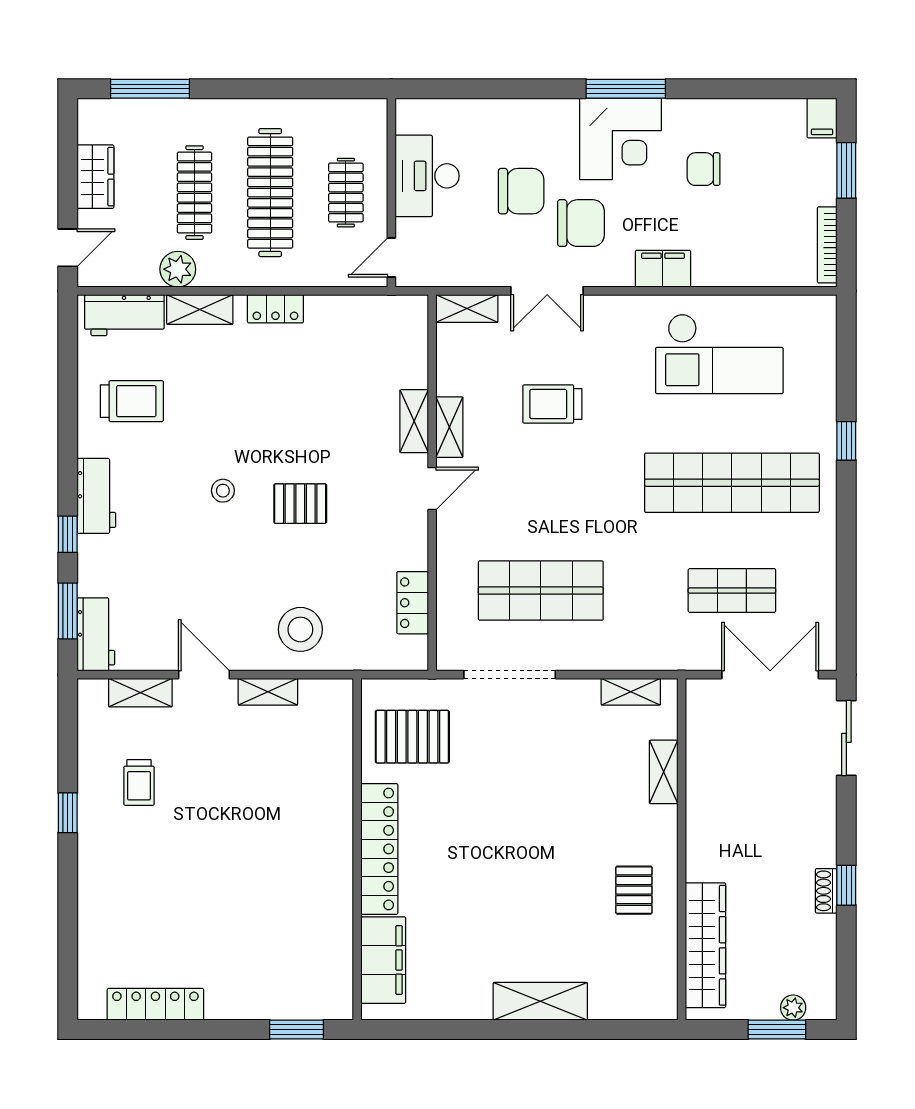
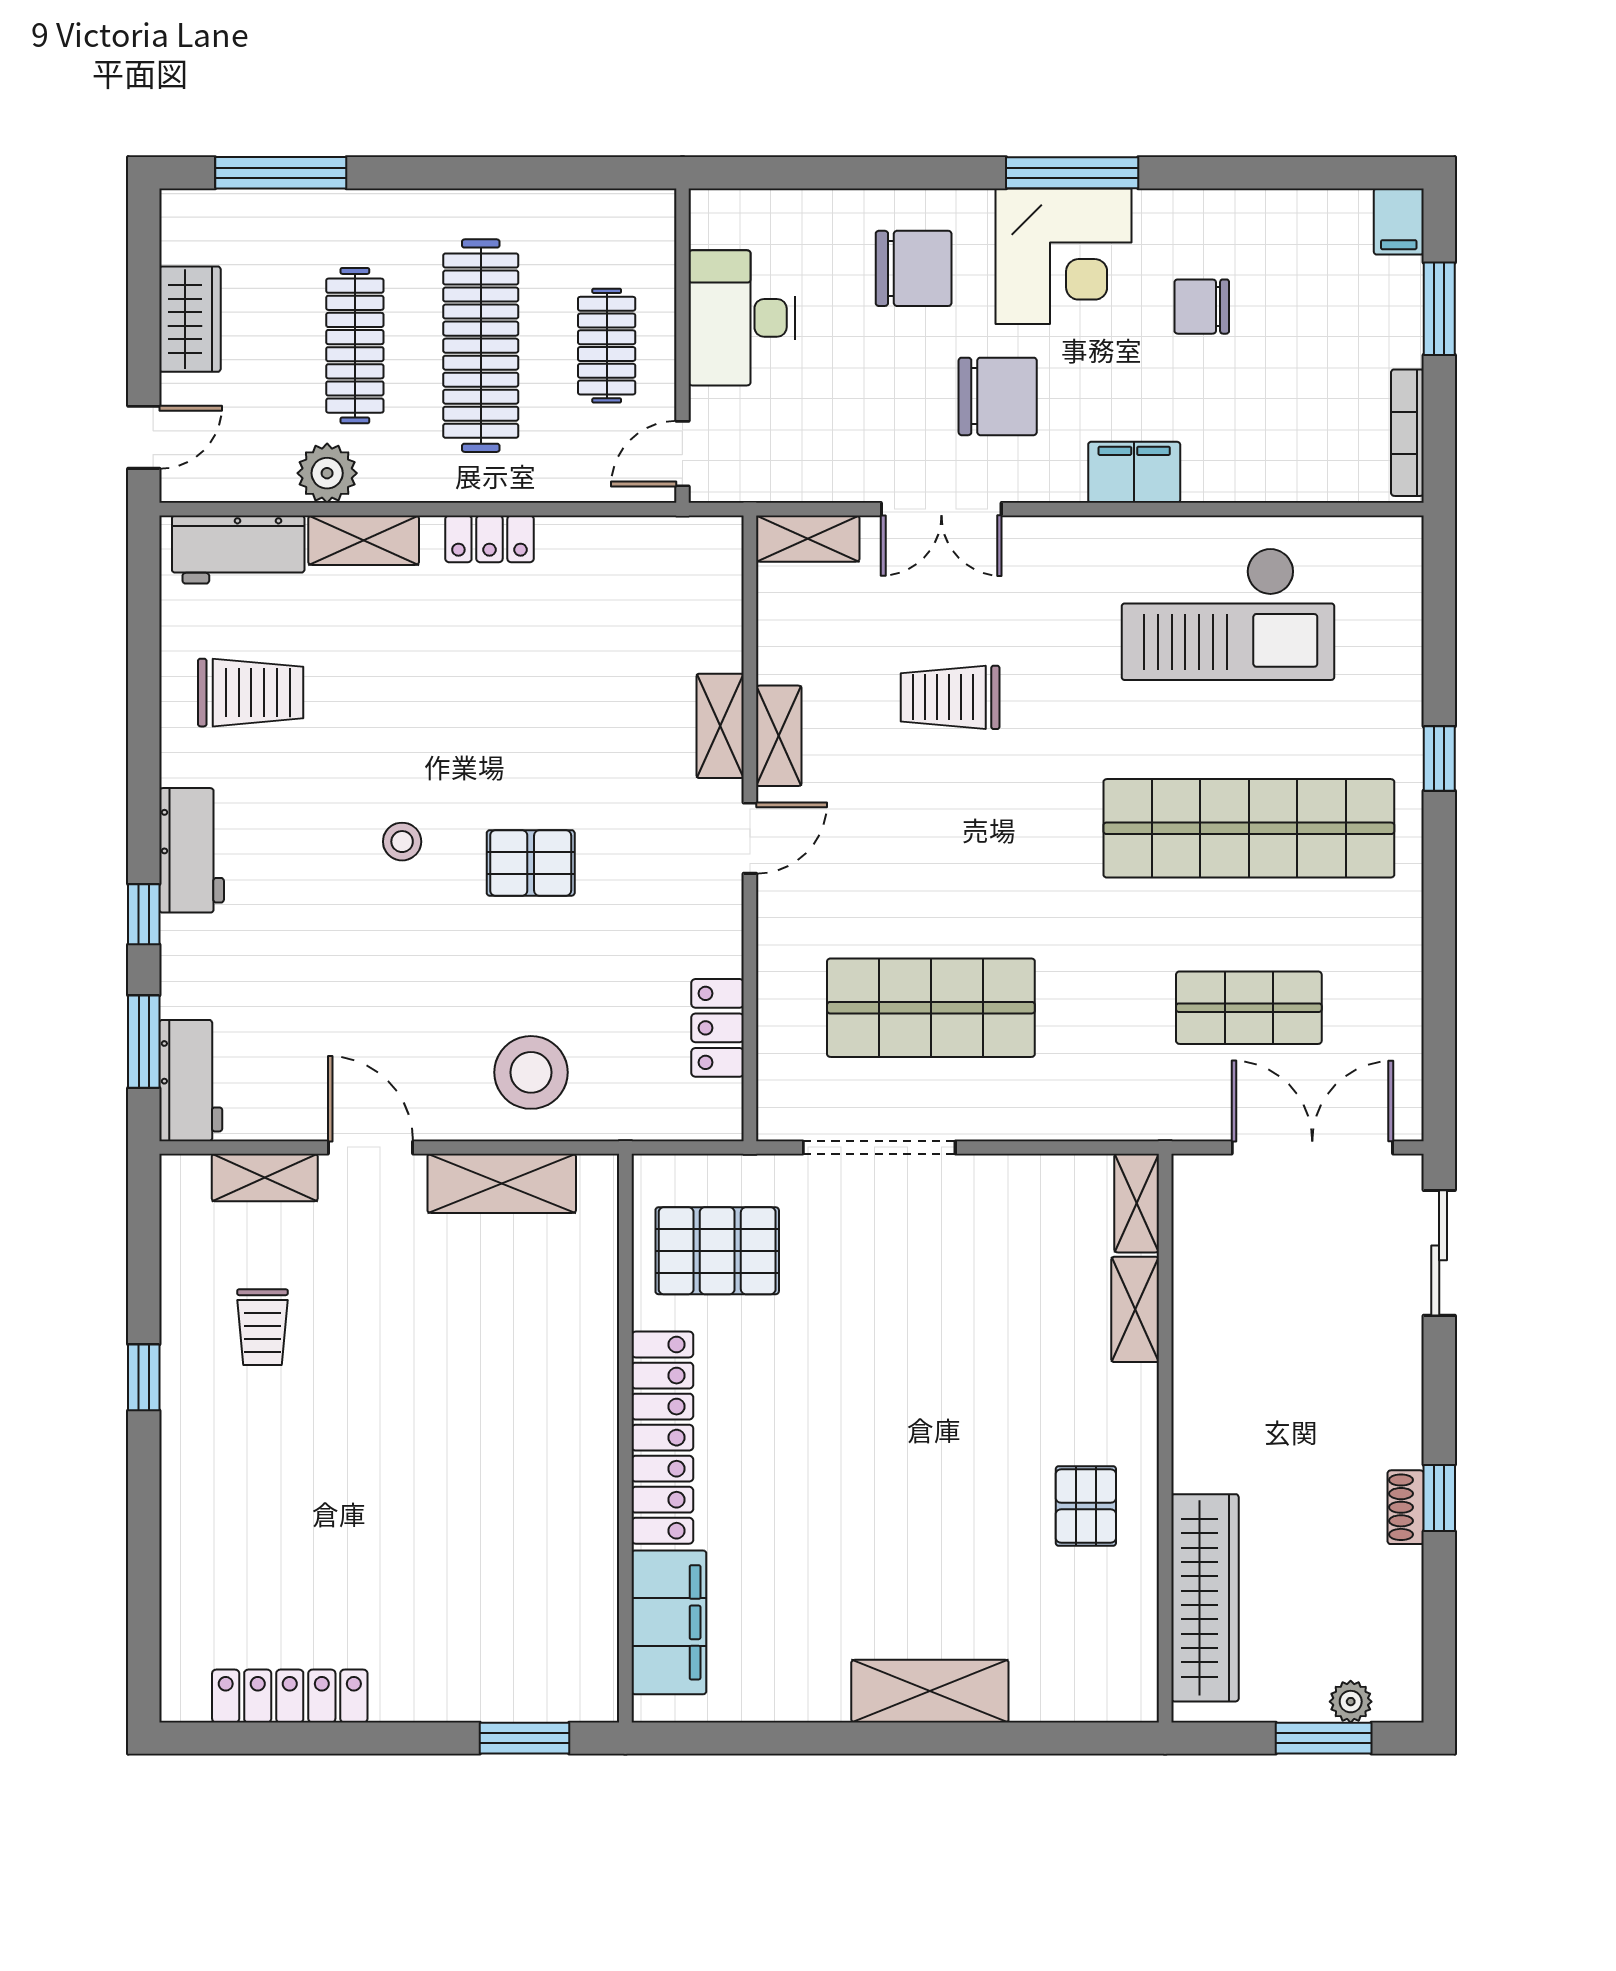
chair: (521, 191) -> (914, 268), moved
shelving: (268, 692) -> (502, 1183), width x1.50, depth x1.33
shelving: (631, 692) -> (1137, 1203), moved, turned 90

